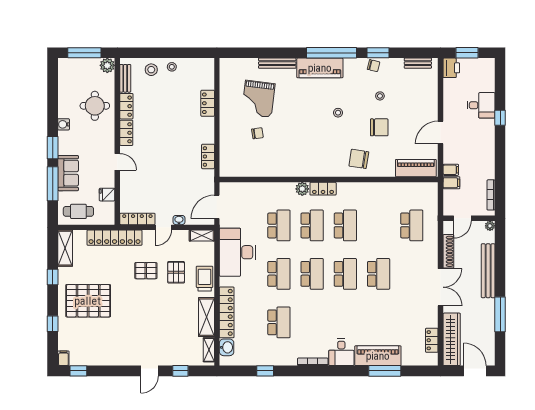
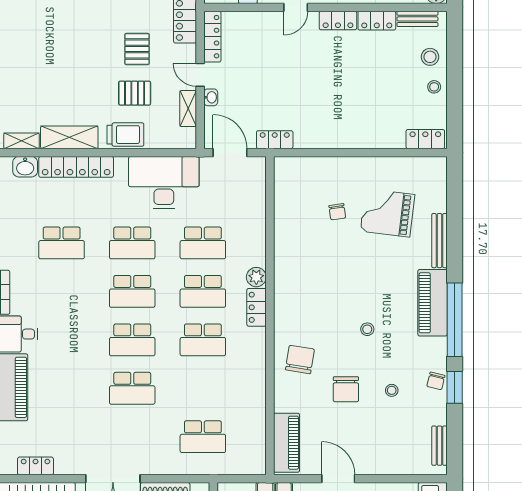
locker: (208, 103) -> (425, 139), moved
locker: (208, 156) -> (275, 140), moved
shelving: (202, 236) -> (188, 109), moved

